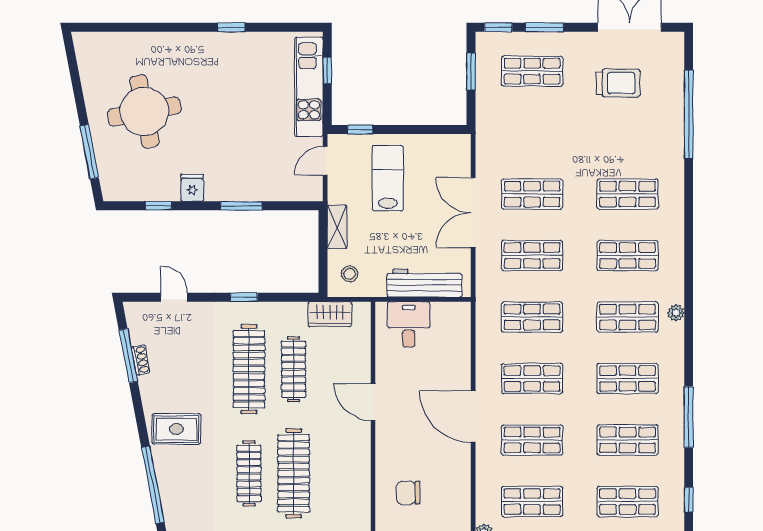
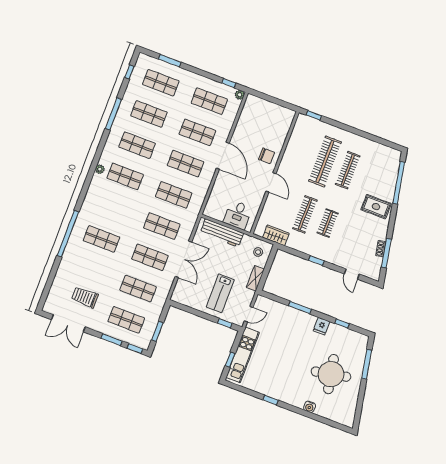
water cooler: (160, 41) -> (310, 407), added
window: (689, 114) -> (68, 234), moved
shop shelf: (628, 256) -> (138, 289), moved
clothes rail: (249, 369) -> (328, 223), width x0.54, depth x0.76
chair: (408, 493) -> (267, 156), moved

